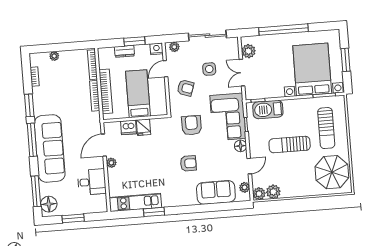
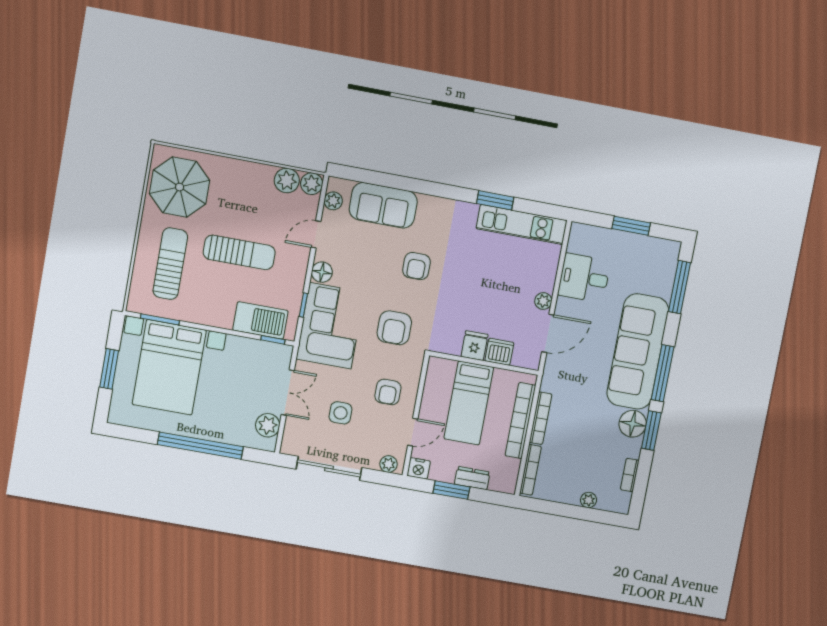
armchair: (186, 88) -> (388, 392), turned -109
armchair: (188, 163) -> (416, 266), turned -90
floor lamp: (49, 204) -> (633, 424), moved

